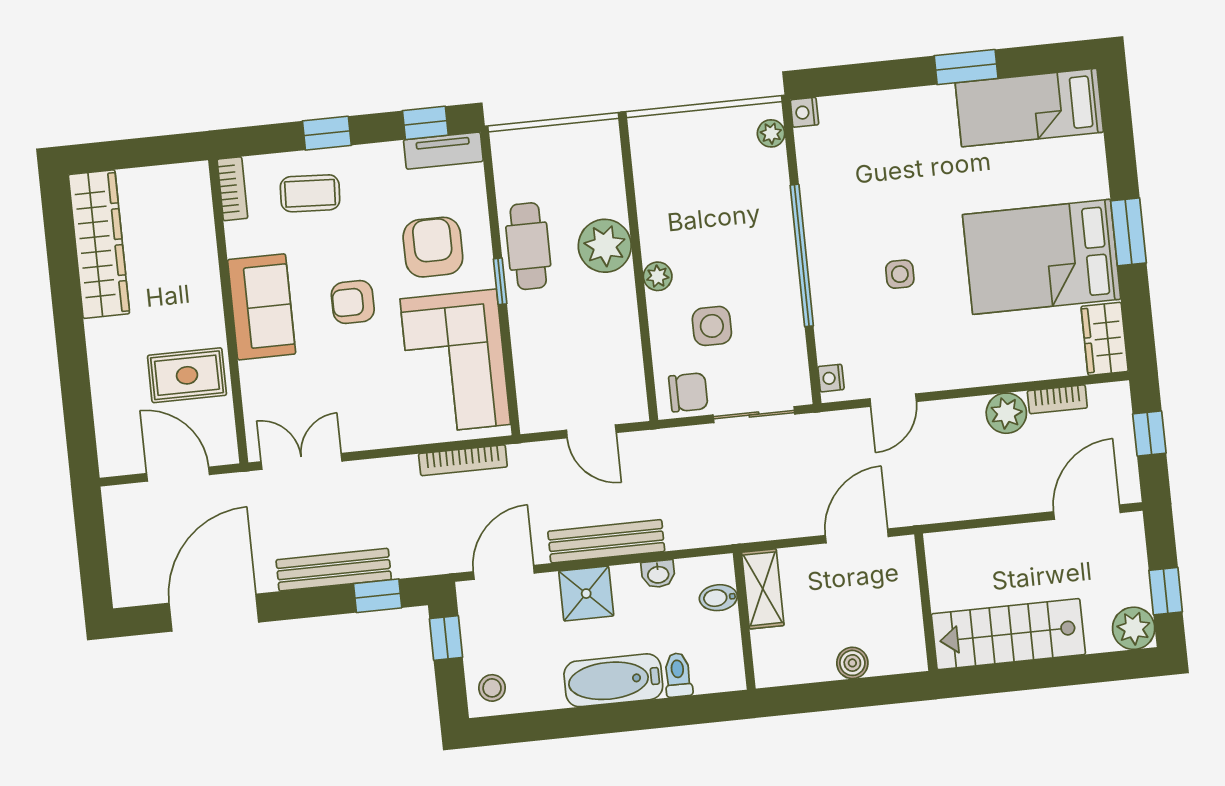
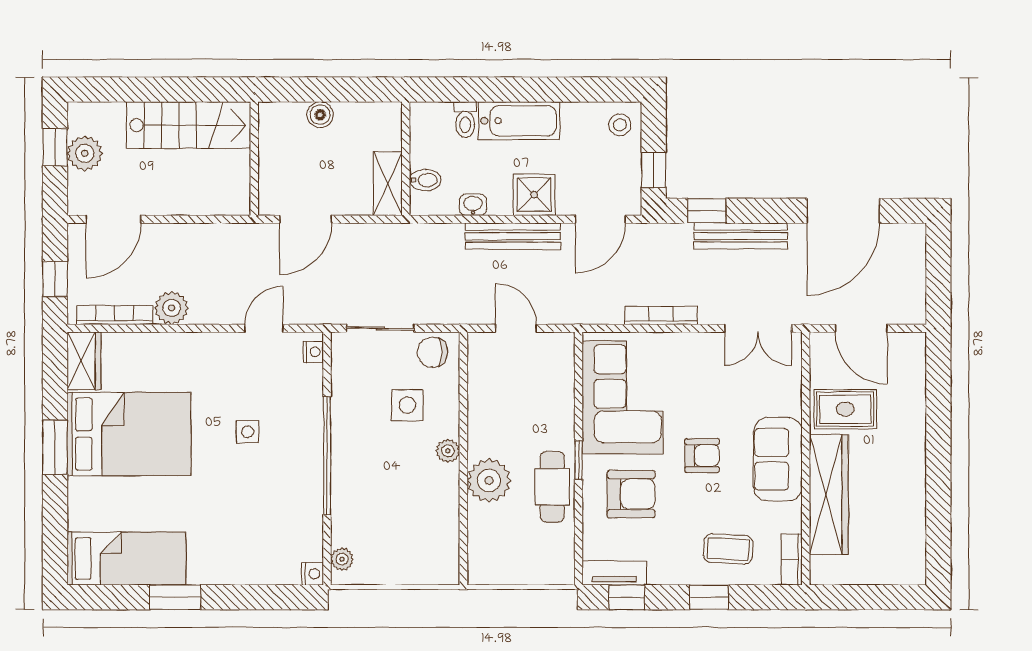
wardrobe: (99, 244) -> (829, 494), moved, turned 180
armchair: (433, 247) -> (631, 494), turned -90
bookcase: (1057, 399) -> (115, 315), width x1.56
bookcase: (463, 460) -> (661, 315), moved
plant: (1134, 628) -> (85, 153), moved

